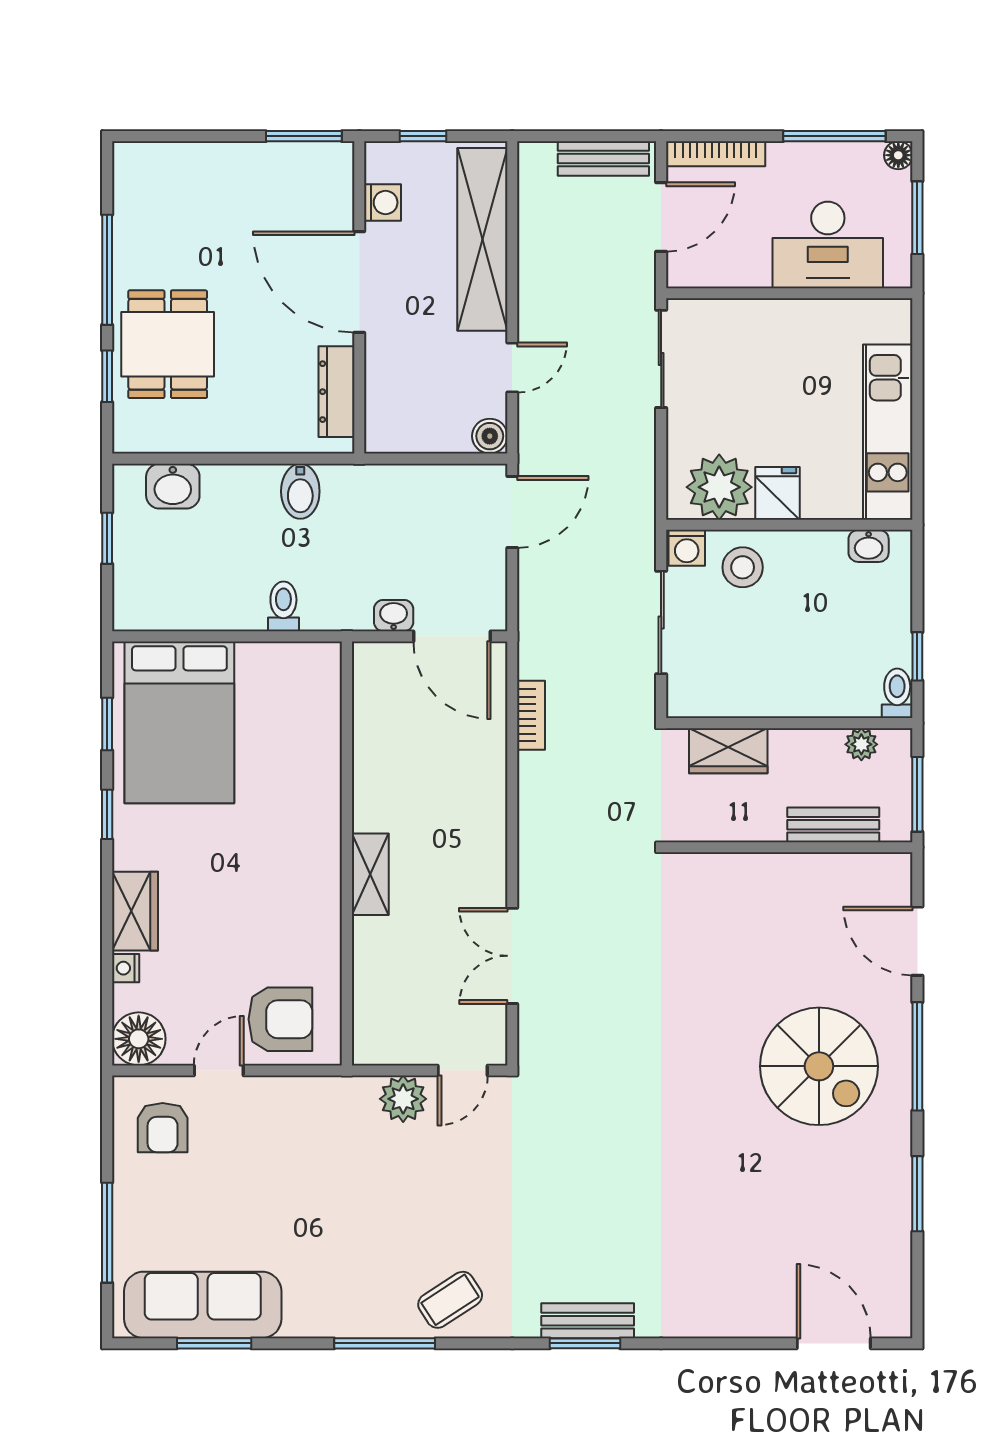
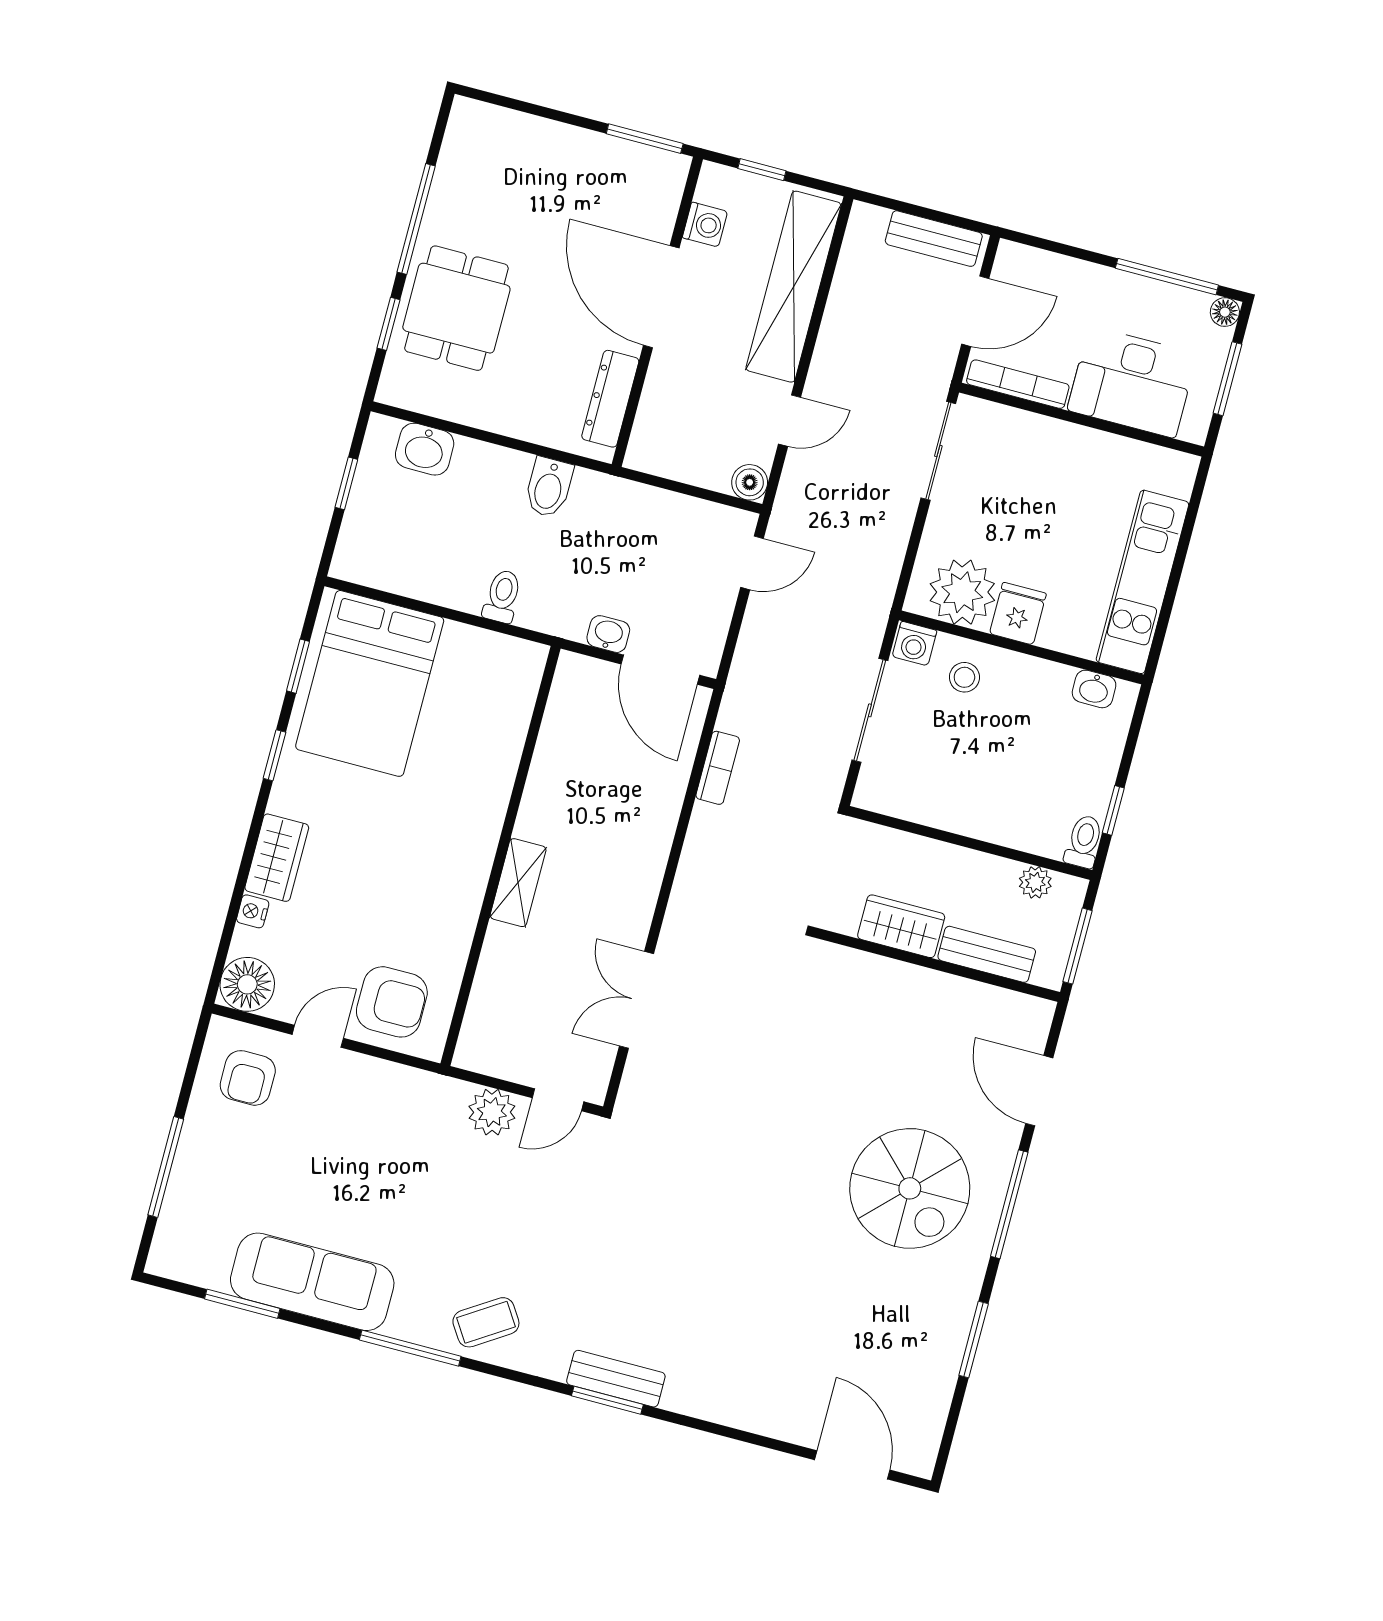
bookcase: (716, 154) -> (1018, 384), moved, turned 180
door: (512, 512) -> (752, 563), width x0.73
stool: (743, 567) -> (964, 677), width x0.73, depth x0.73
wardrobe: (728, 751) -> (901, 926), moved, turned 180
sofa: (203, 1305) -> (312, 1282), moved

